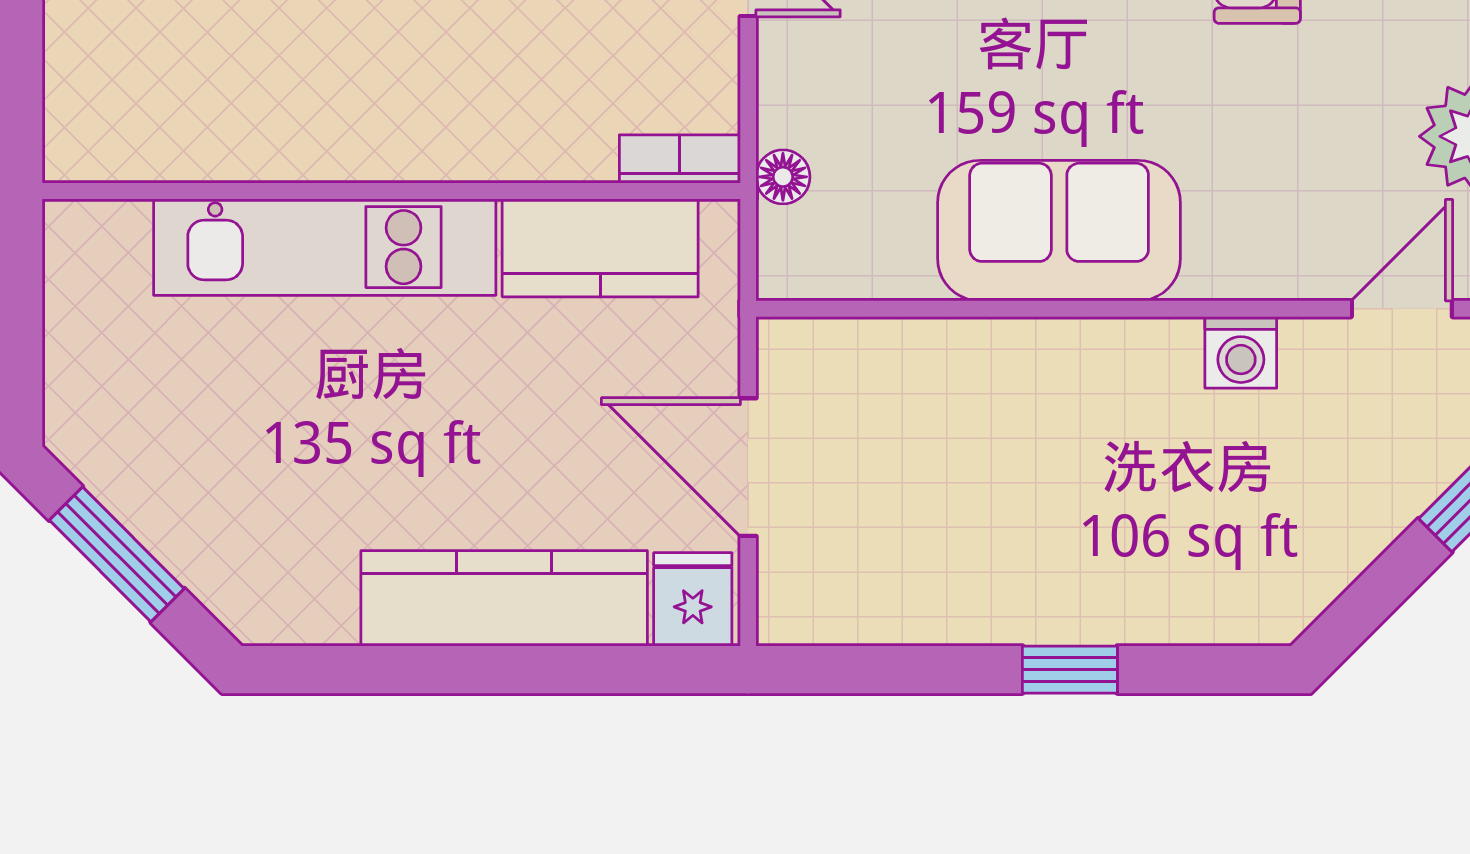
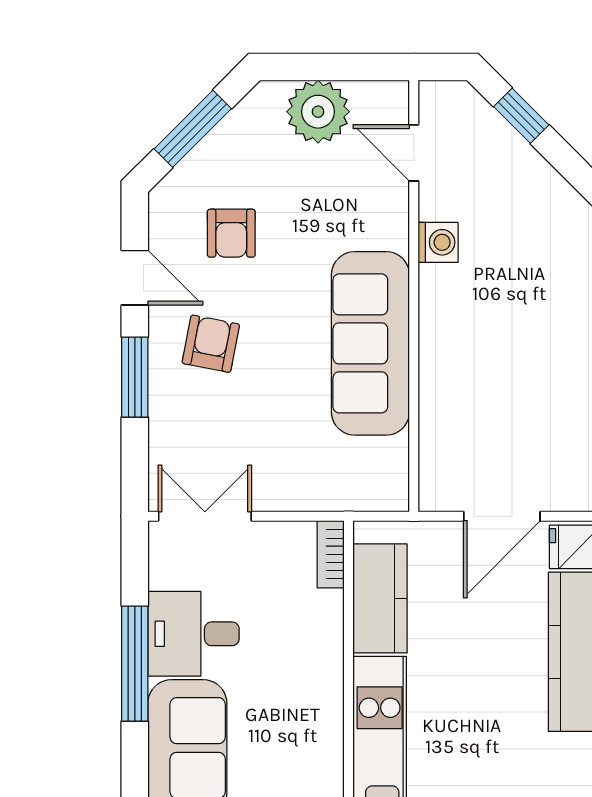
floor lamp: (783, 177) -> (341, 497), removed
sofa: (1059, 231) -> (370, 343), width x1.36

